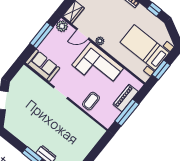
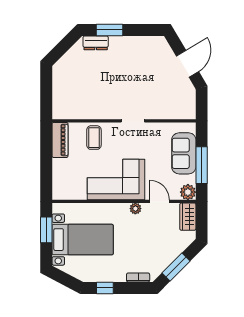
door: (83, 34) -> (159, 201), hinge flipped
sofa: (43, 65) -> (184, 153), moved, turned 90
piano: (126, 98) -> (60, 140), moved
window: (127, 113) -> (46, 156), removed

